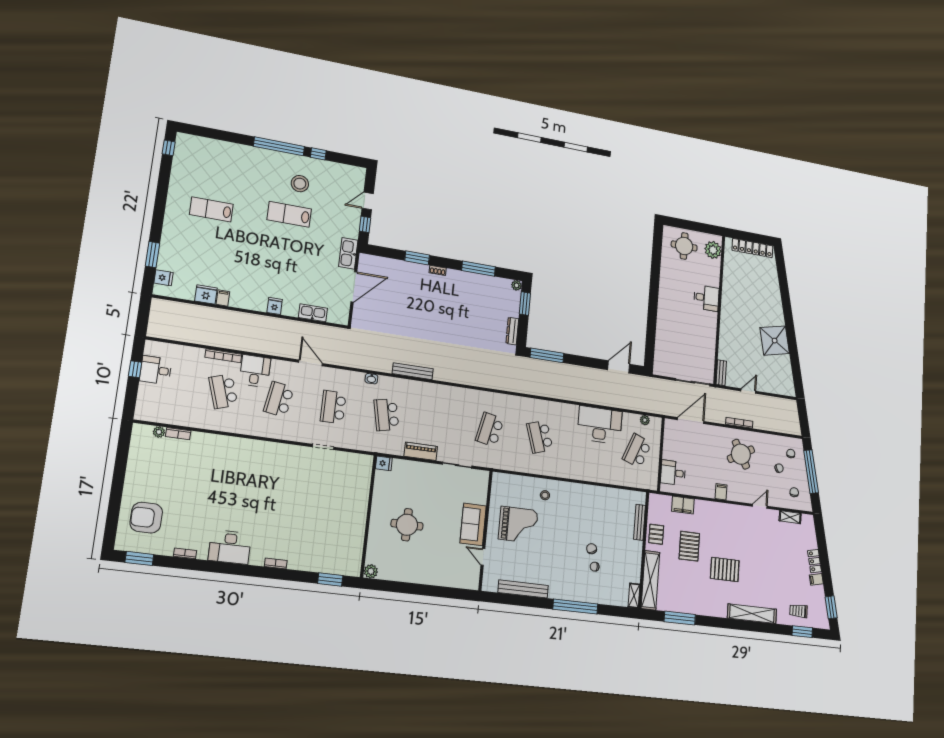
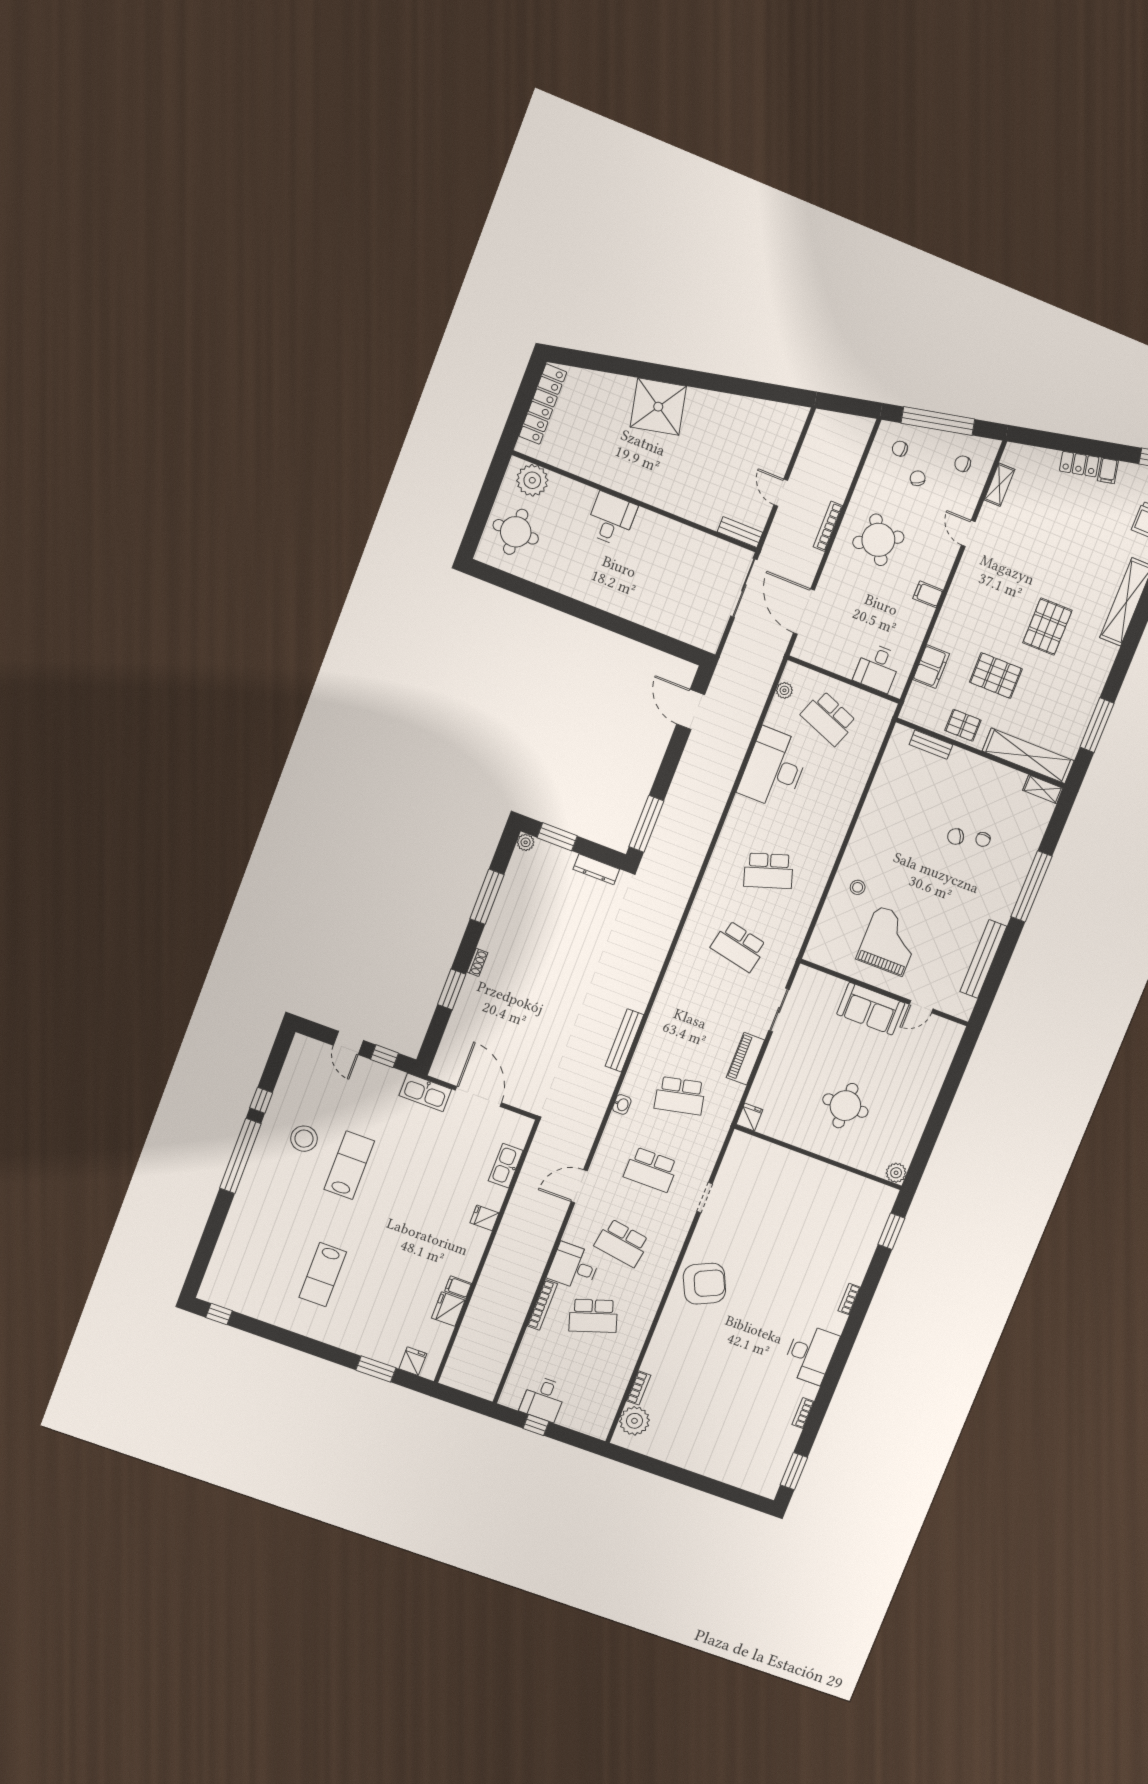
lab bench: (289, 214) -> (349, 1165), turned 180
shower: (775, 341) -> (658, 407), moved
plant: (159, 432) -> (634, 1421), width x1.88, depth x1.88
armchair: (146, 518) -> (704, 1284), moved, turned -115
bench: (640, 522) -> (931, 745), width x0.73

